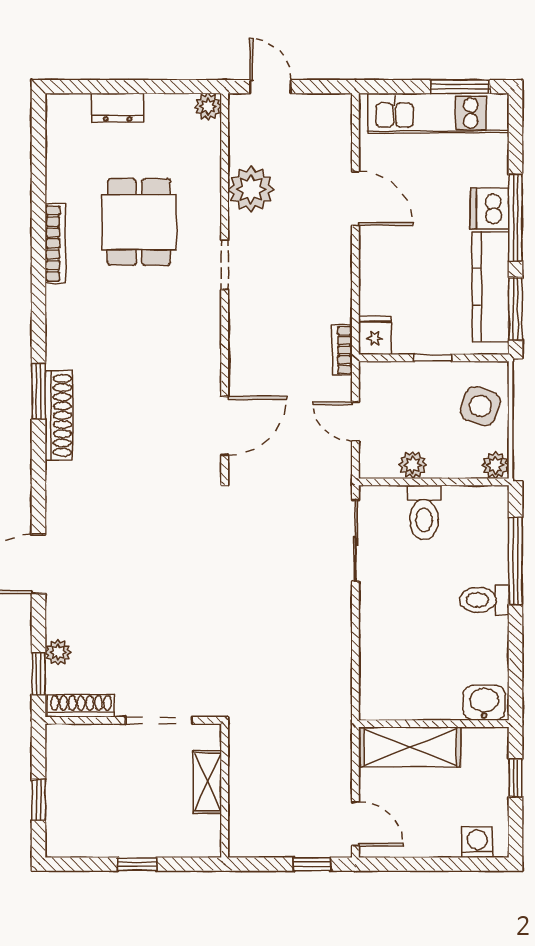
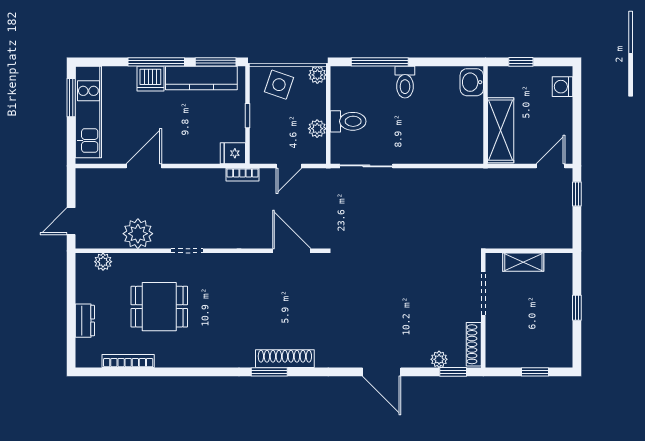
plant: (208, 107) -> (103, 262), moved
bookcase: (55, 243) -> (128, 361), moved

